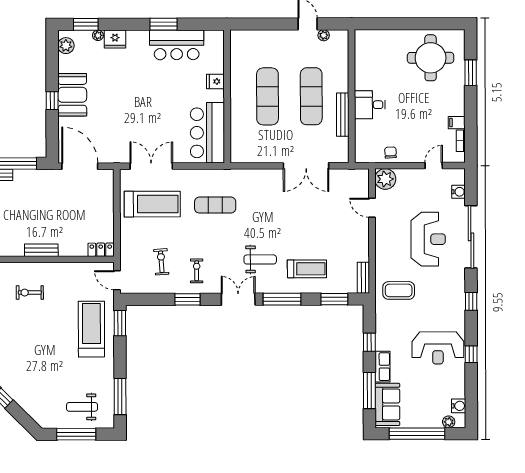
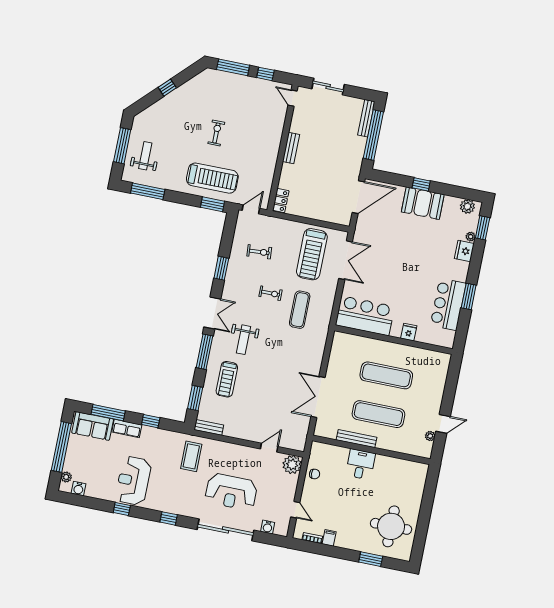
exercise bike: (197, 271) -> (271, 293), moved
exercise bike: (30, 293) -> (216, 133), moved

